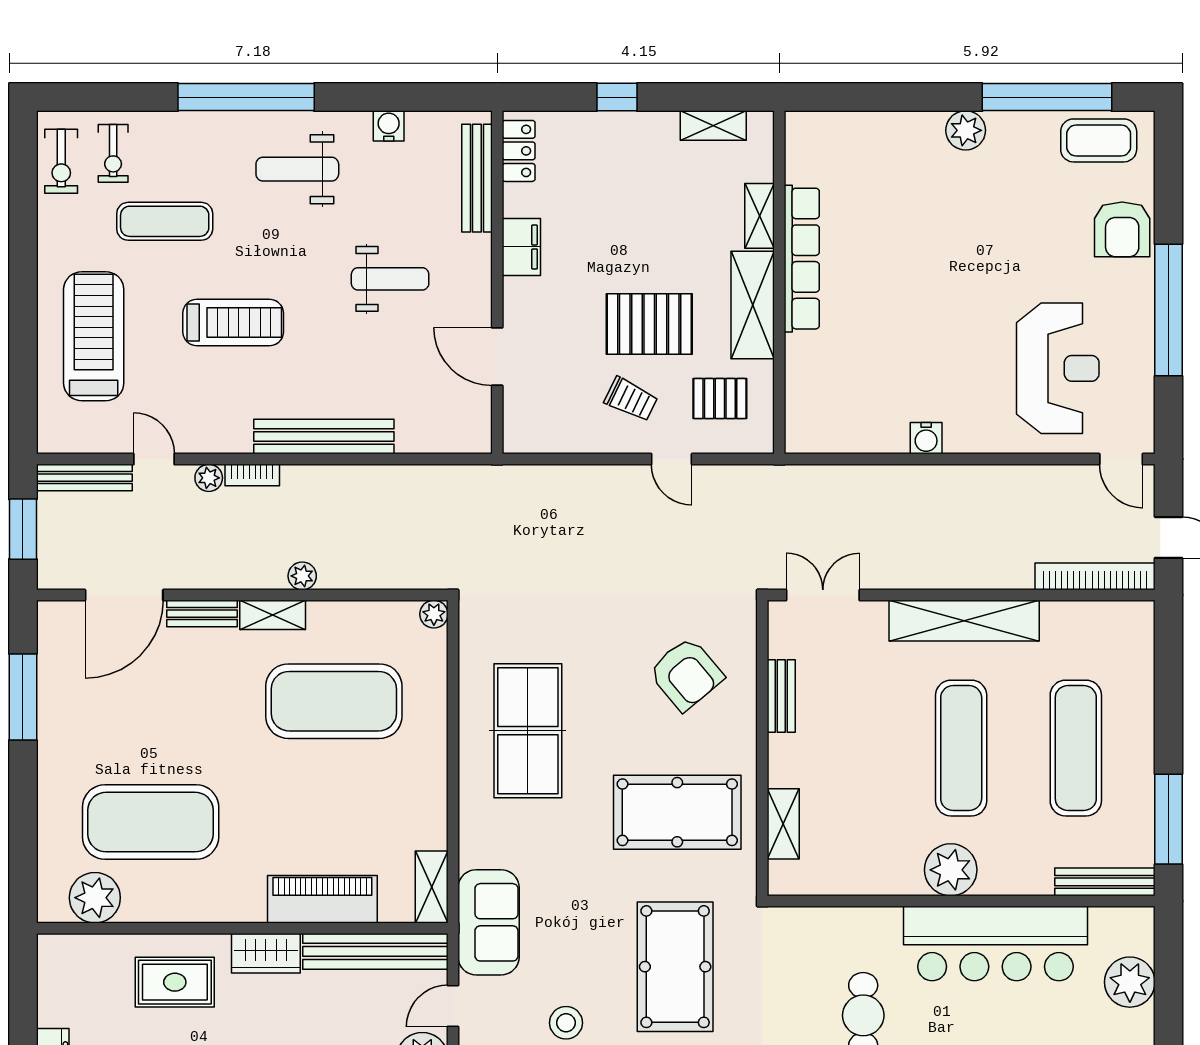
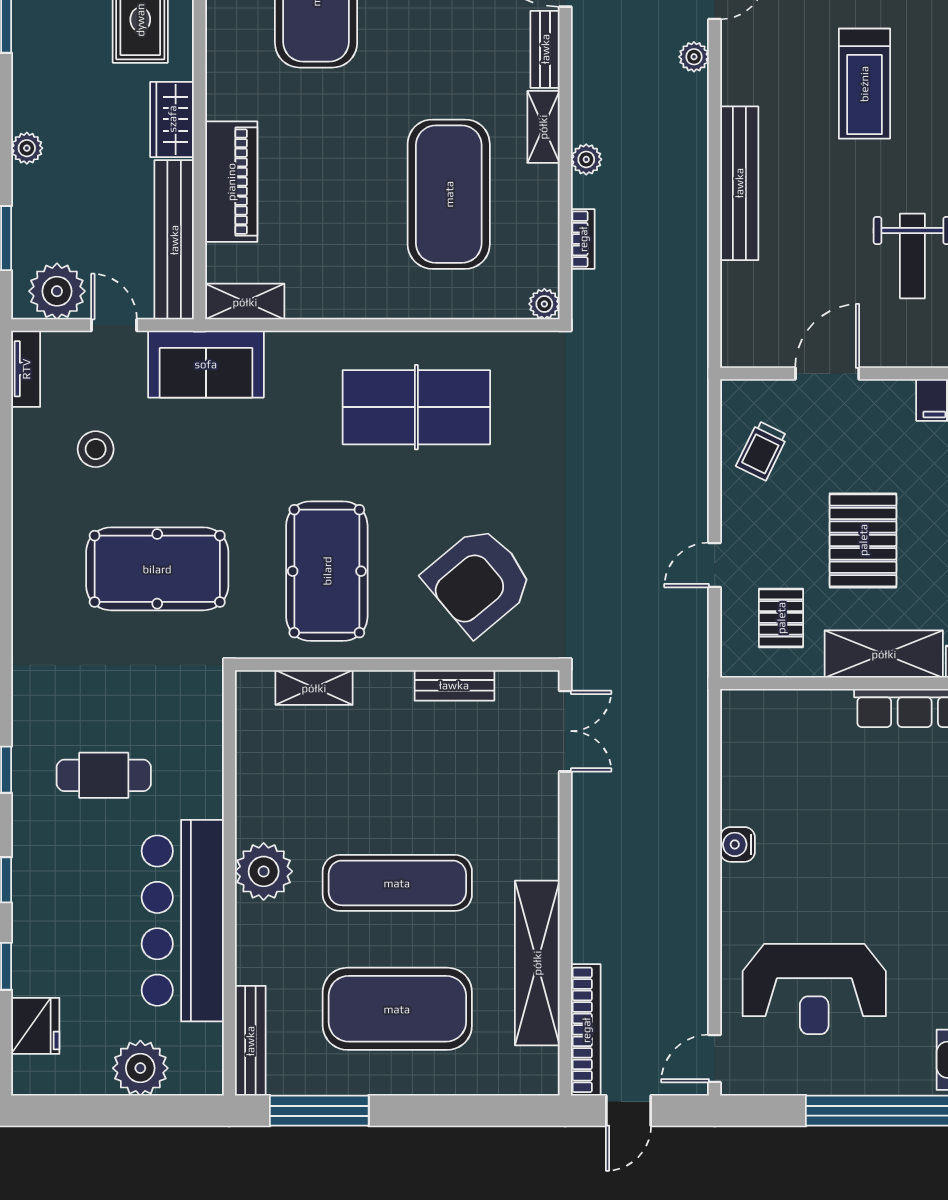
trolley: (631, 399) -> (762, 451), moved
bookcase: (252, 475) -> (583, 239), moved, turned 180
shelving: (964, 621) -> (537, 963), moved
armchair: (686, 674) -> (479, 581), width x1.36, depth x1.36
exercise mat: (1076, 748) -> (397, 1009), width x1.47

